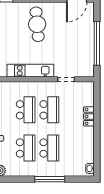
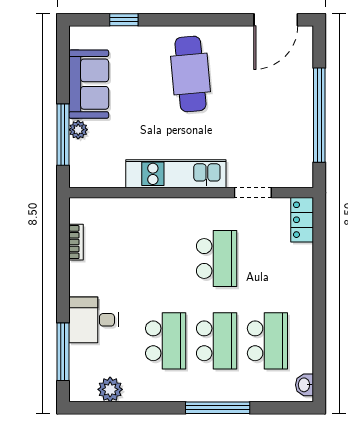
school desk: (26, 110) -> (267, 341), moved
locker: (89, 116) -> (302, 220), moved

